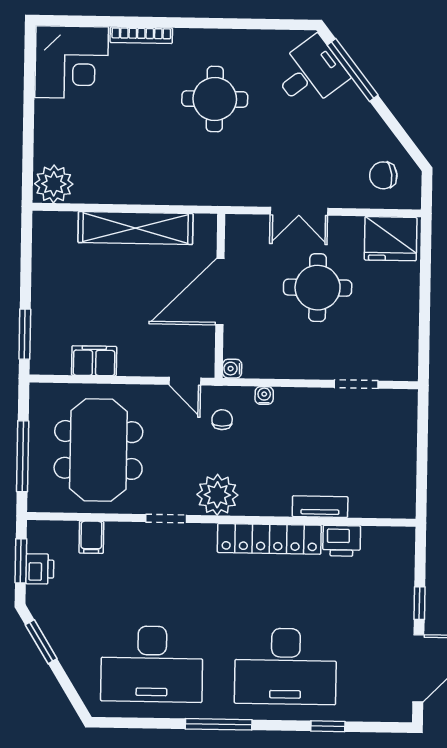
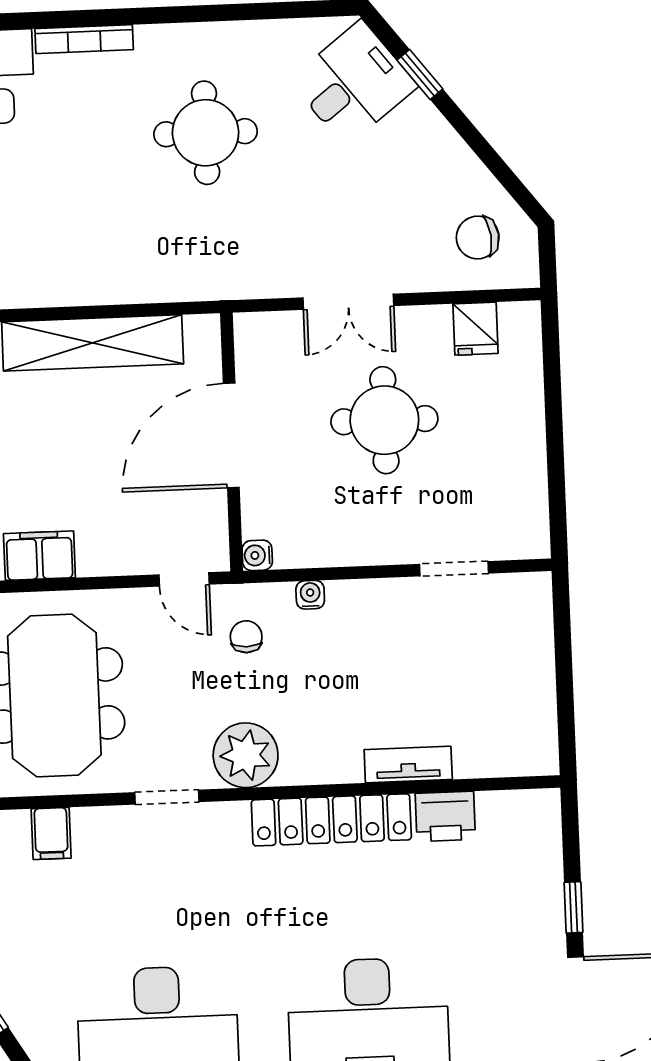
window: (353, 70) -> (420, 75), width x0.46
fridge: (391, 239) -> (476, 329), width x0.53, depth x0.75

